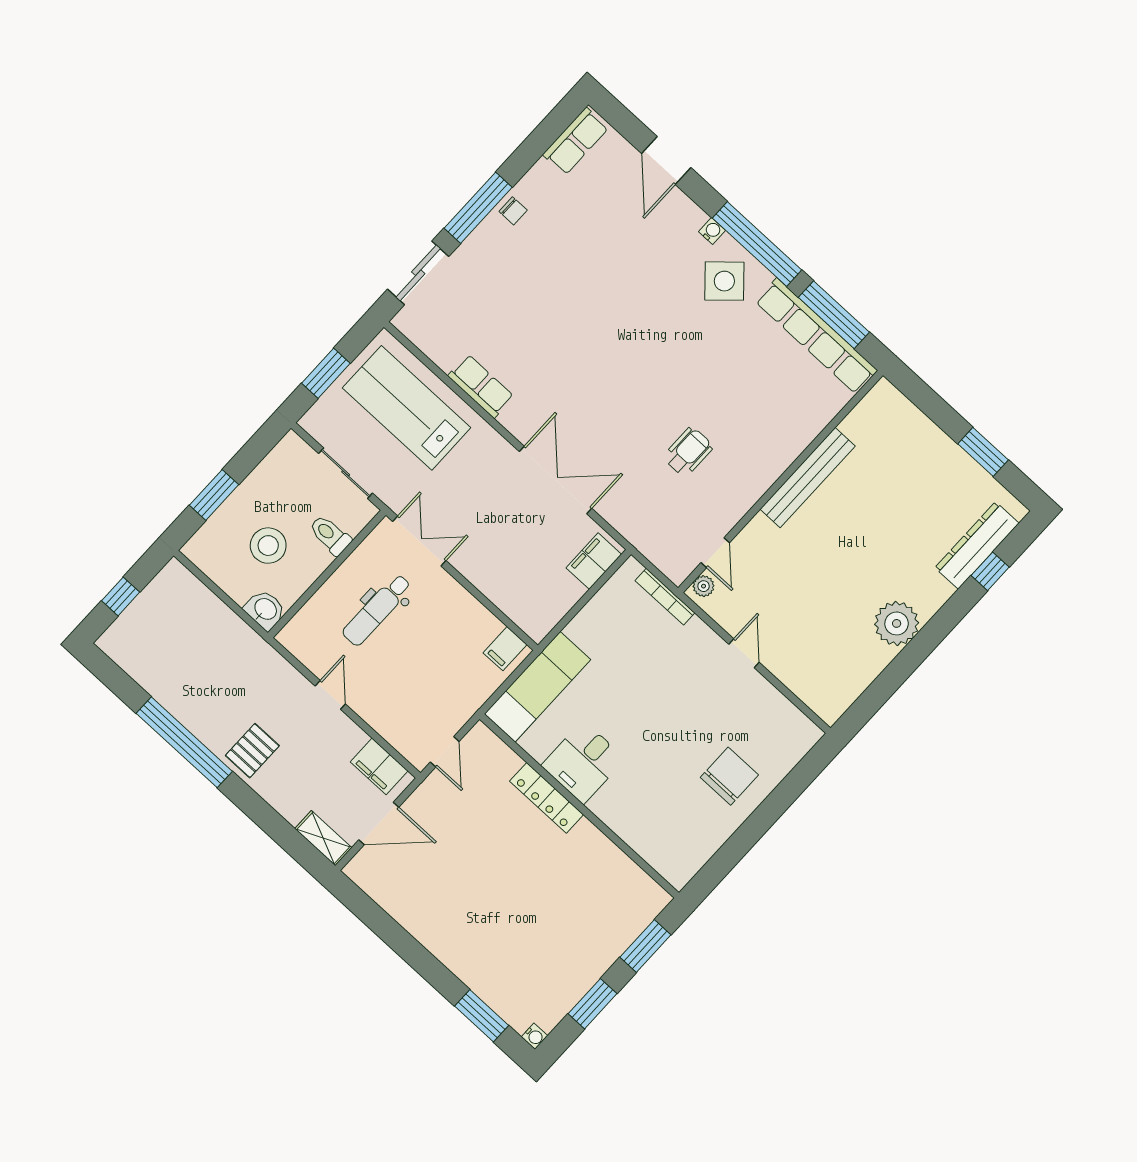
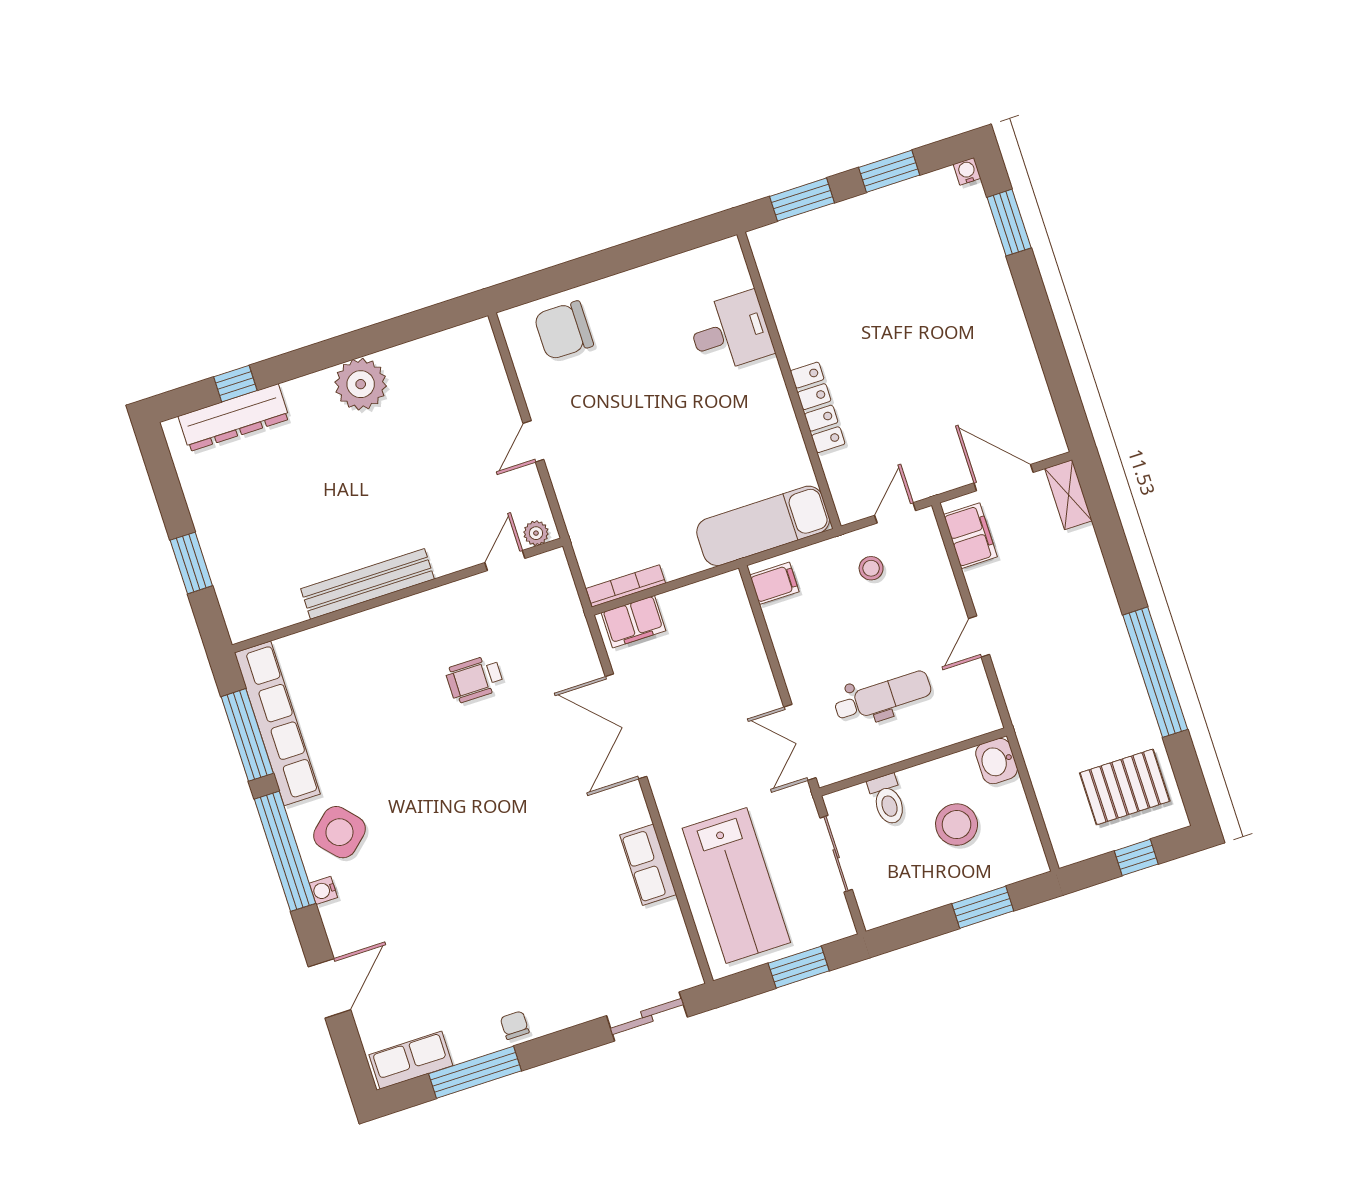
window: (478, 208) -> (475, 1072), moved
window: (983, 452) -> (191, 563), moved
bookcase: (665, 597) -> (626, 586), moved, turned -90
stool: (439, 701) -> (871, 568), added
pallet: (252, 751) -> (1125, 787), moved, width x1.50, depth x1.42
desk: (583, 762) -> (730, 332), moved
chair: (729, 776) -> (564, 330), moved

